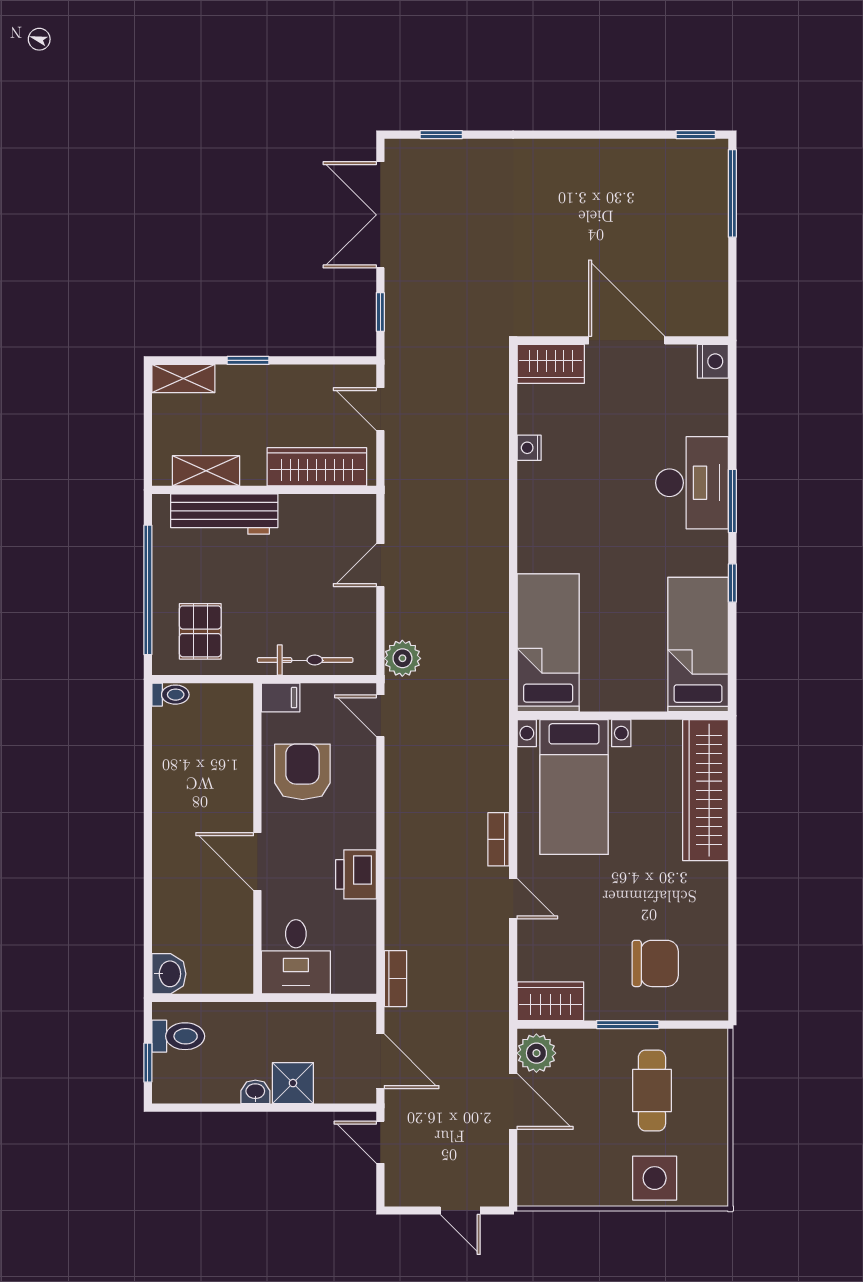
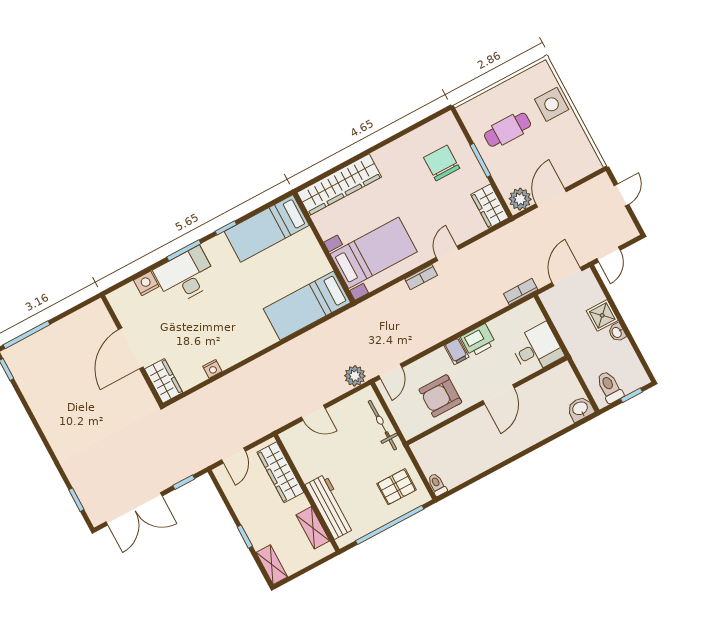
nightstand: (713, 361) -> (146, 283), moved
filing cabinet: (281, 698) -> (457, 351), moved, turned 180

